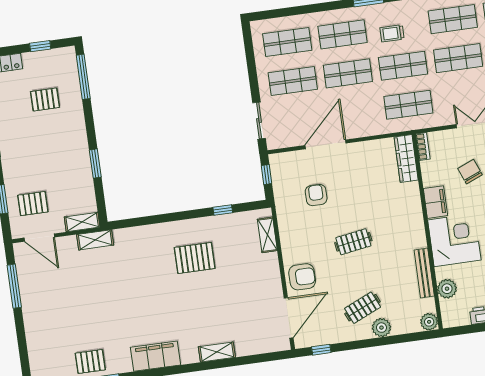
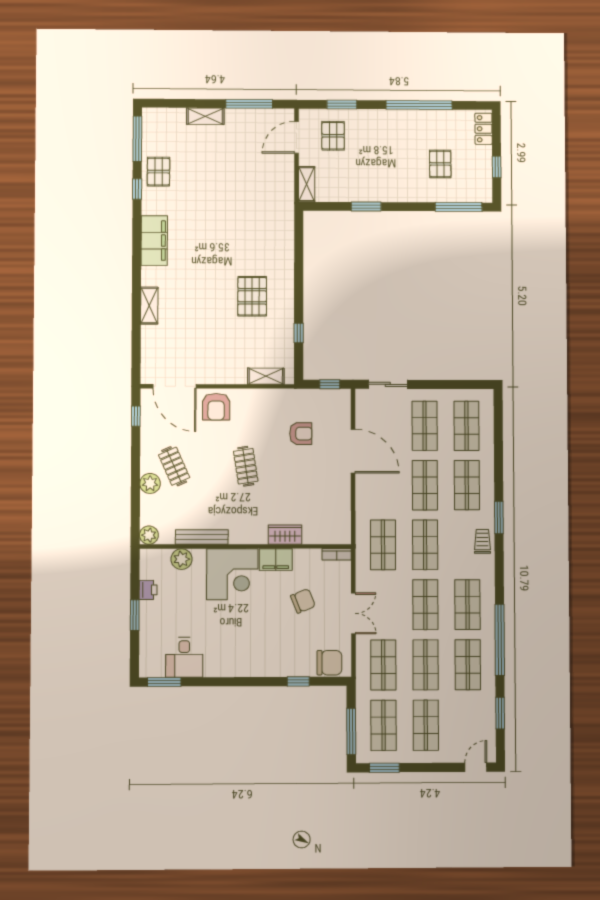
trolley: (392, 33) -> (482, 541), moved
wardrobe: (406, 159) -> (285, 535), moved, width x0.67
shelving: (95, 240) -> (205, 116), moved, turned 90

